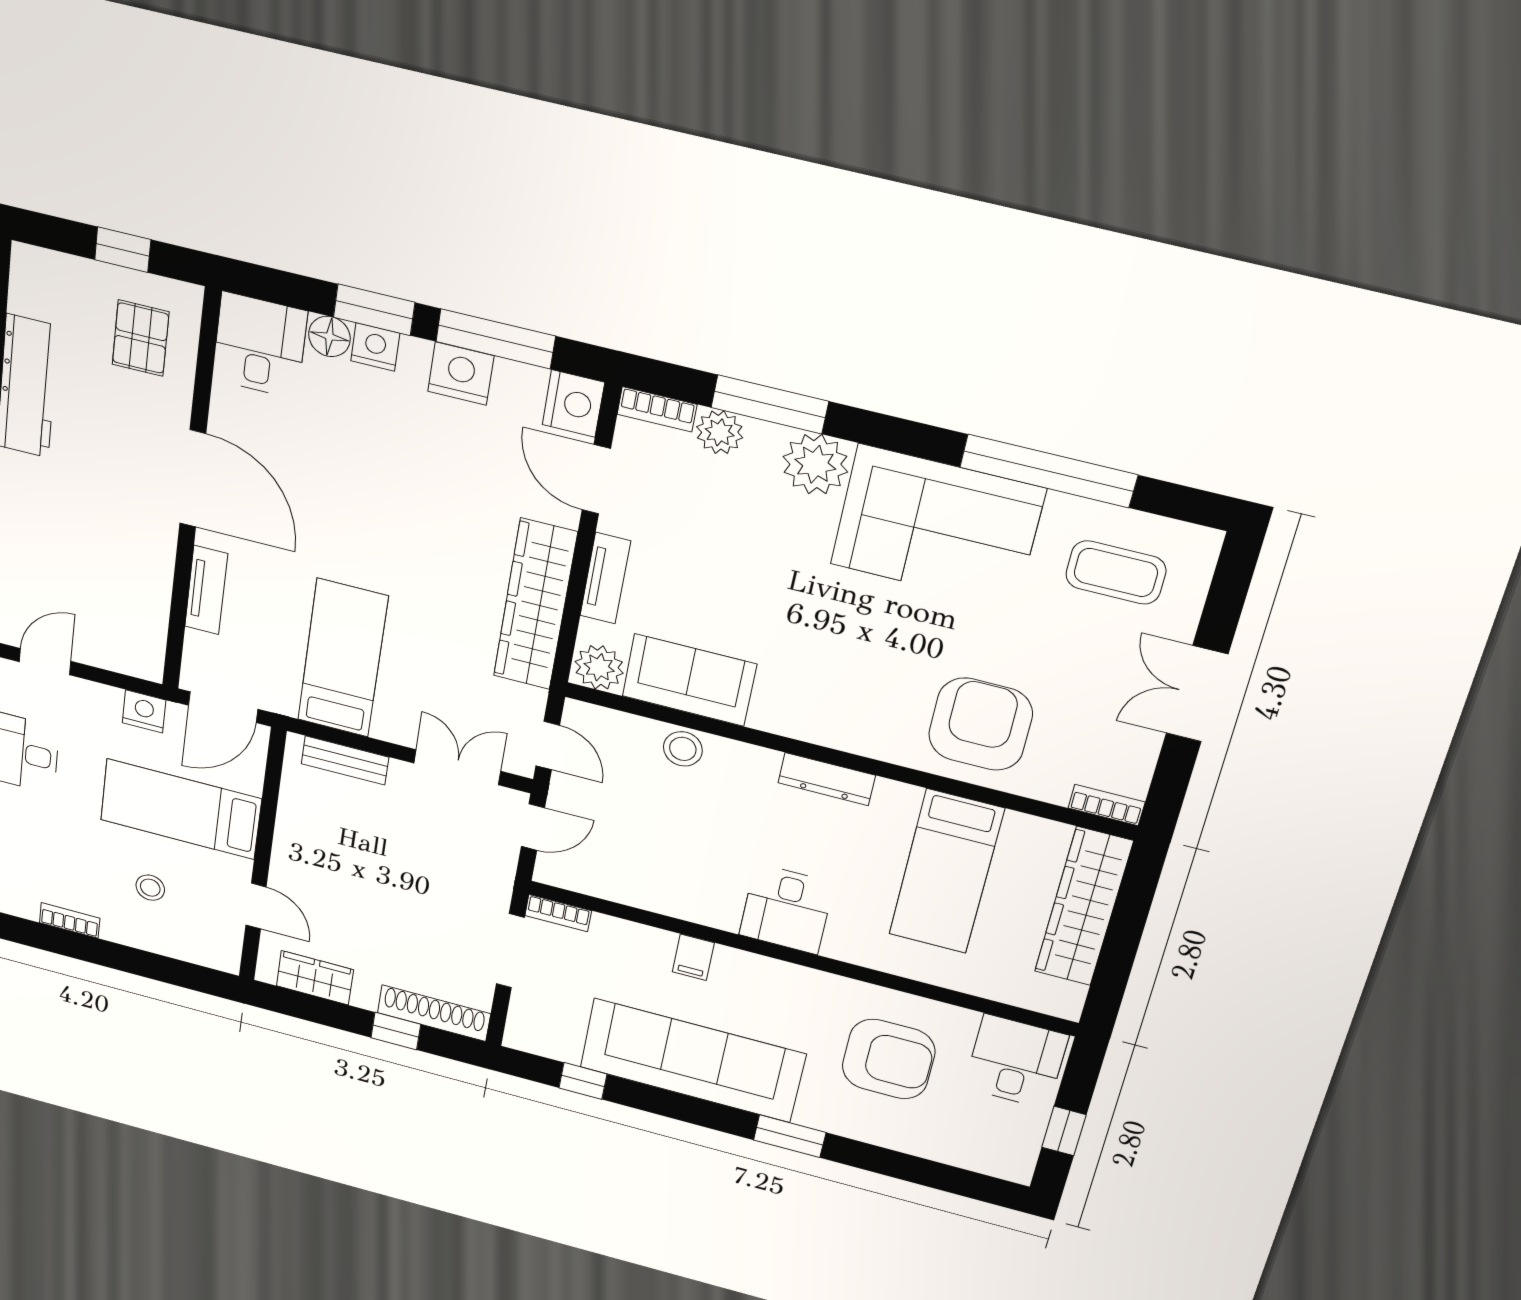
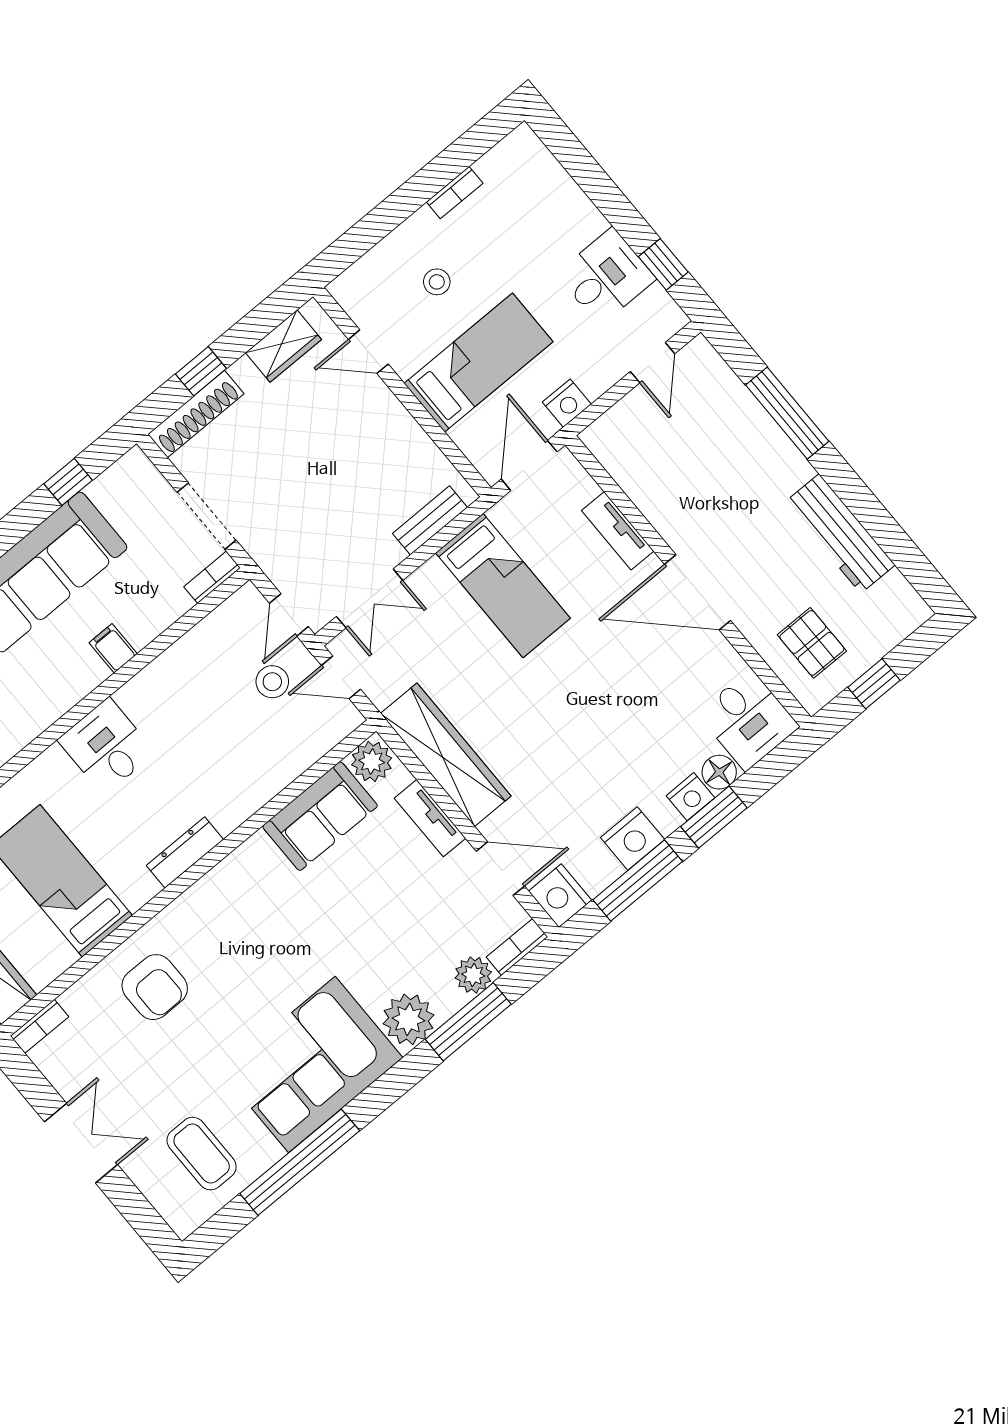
coffee table: (1116, 572) -> (202, 1154), turned 90
armchair: (980, 724) -> (155, 987), width x0.73, depth x0.73
stool: (683, 749) -> (272, 682), moved

